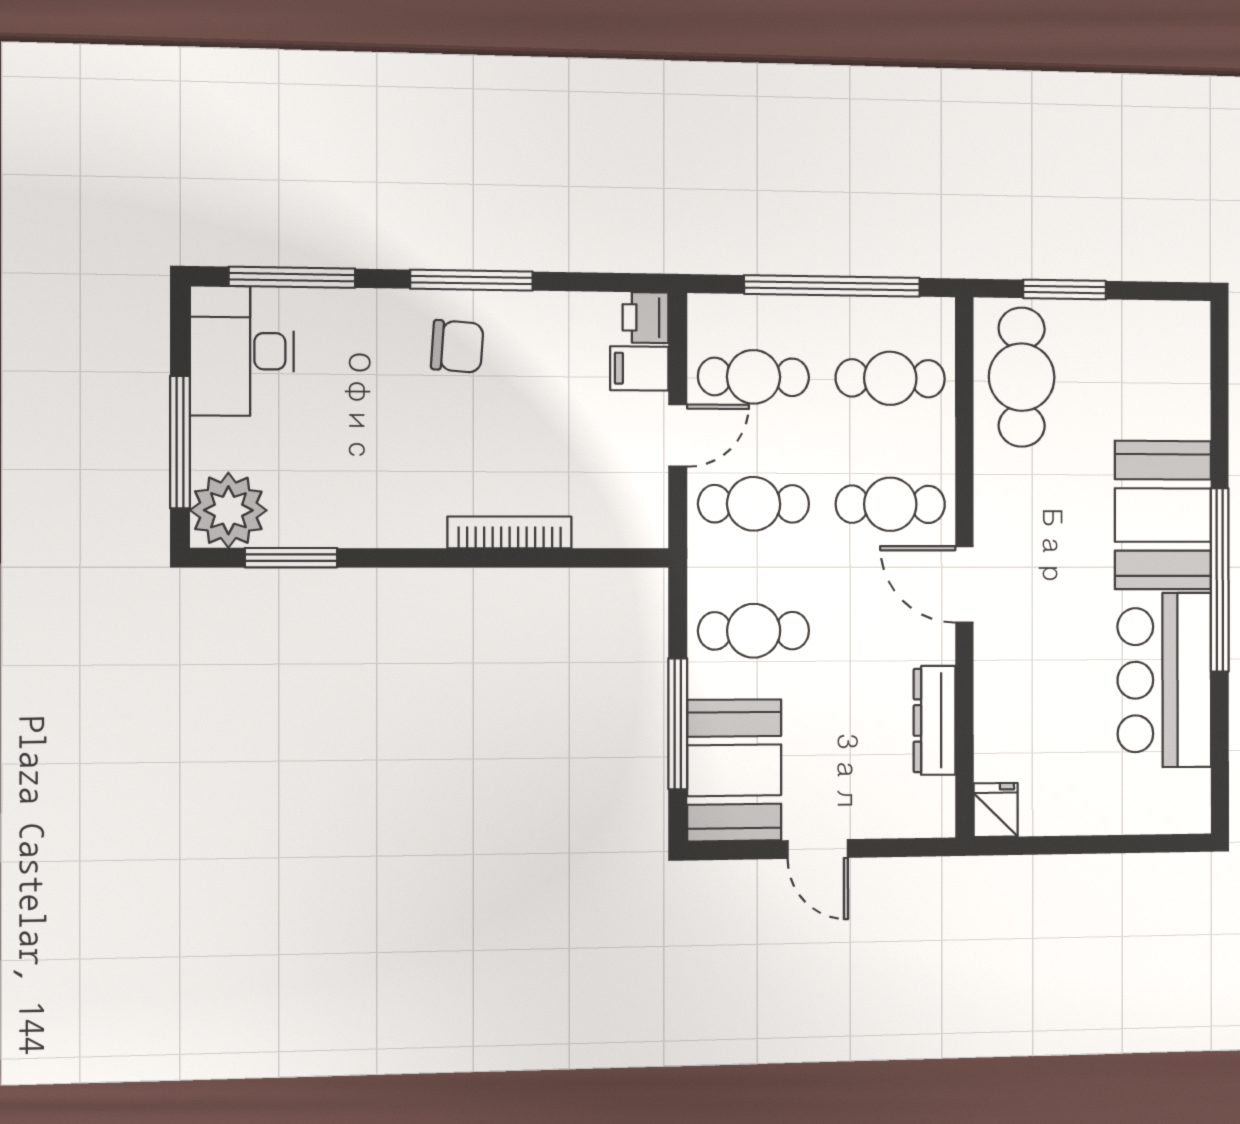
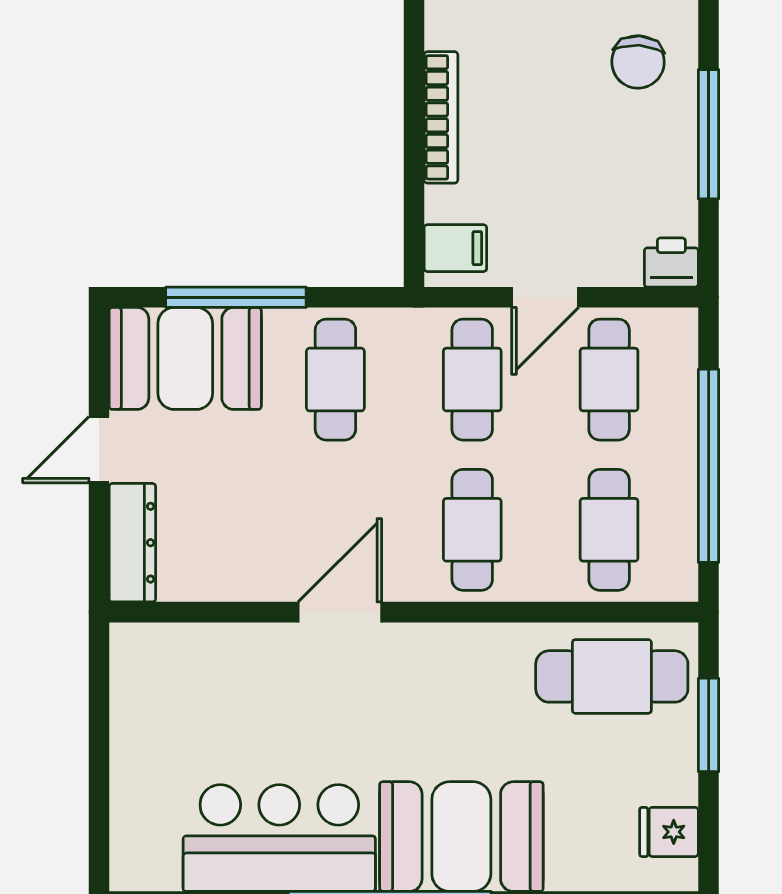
window: (472, 280) -> (709, 134), moved
filing cabinet: (639, 368) -> (455, 248), moved, turned 90
door: (678, 435) -> (545, 297), hinge flipped
door: (964, 584) -> (340, 612), moved
dresser: (935, 720) -> (132, 543), moved, turned 90
fridge: (996, 810) -> (669, 832), moved, turned 180

